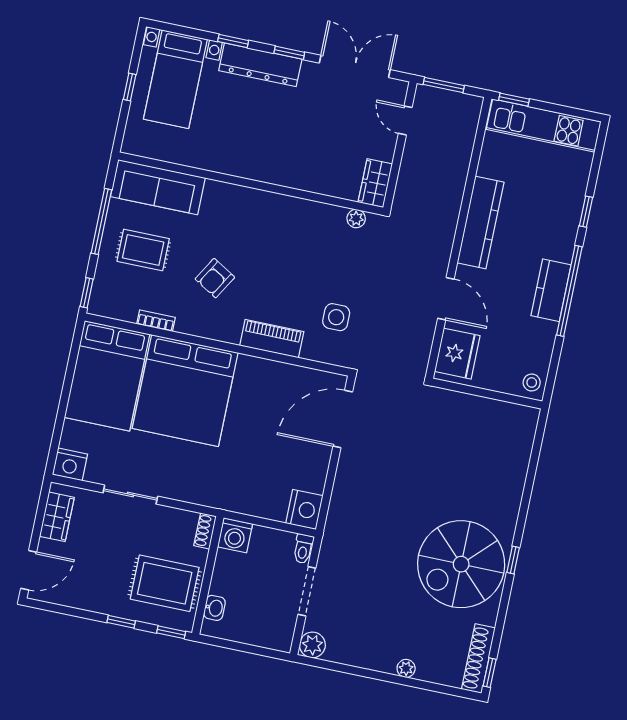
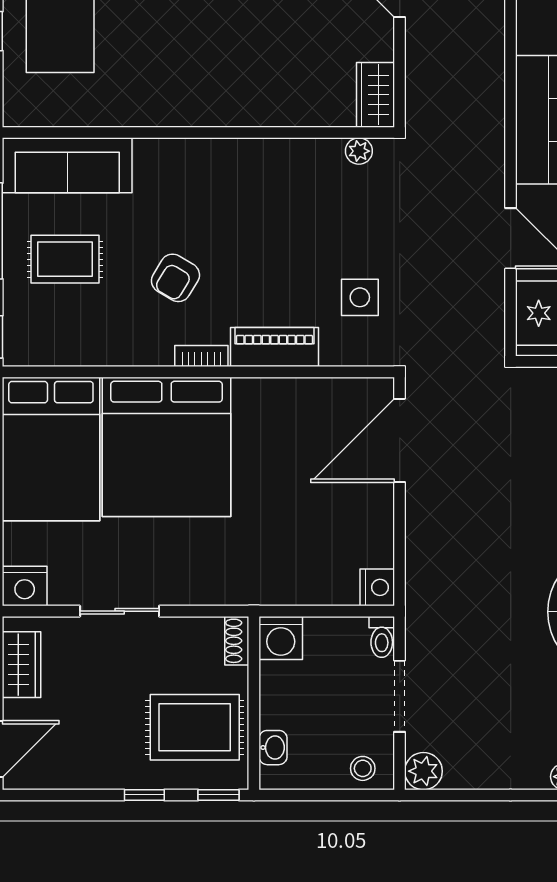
bookcase: (156, 321) -> (201, 356), moved
nightstand: (304, 510) -> (377, 587), width x0.74, depth x0.75
stool: (272, 635) -> (363, 768), added

